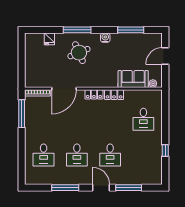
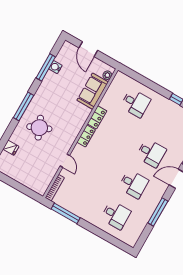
window: (77, 30) -> (23, 106), moved
water cooler: (105, 38) -> (55, 67), moved
door: (64, 89) -> (65, 161), width x0.53

